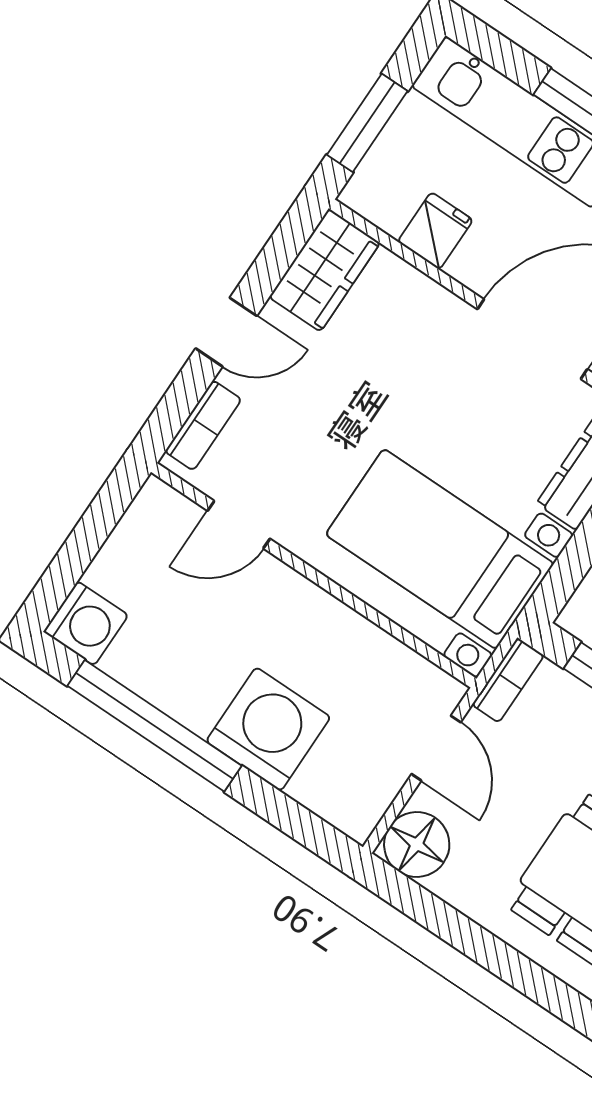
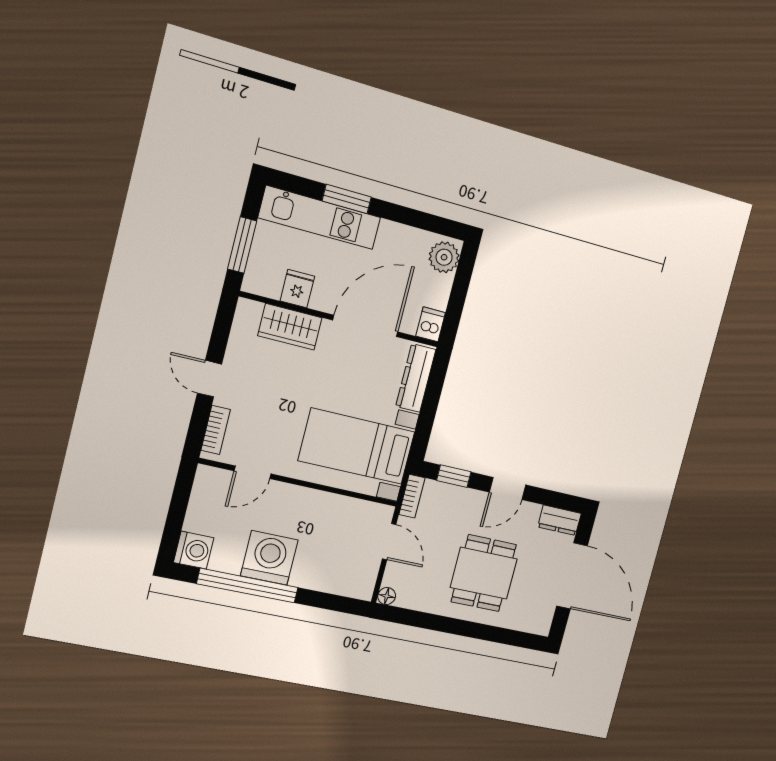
wardrobe: (325, 270) -> (290, 327), moved, turned 90
door: (226, 332) -> (210, 379), swing flipped
washing machine: (268, 729) -> (269, 558), moved
floor lamp: (417, 844) -> (387, 596), width x0.53, depth x0.53

